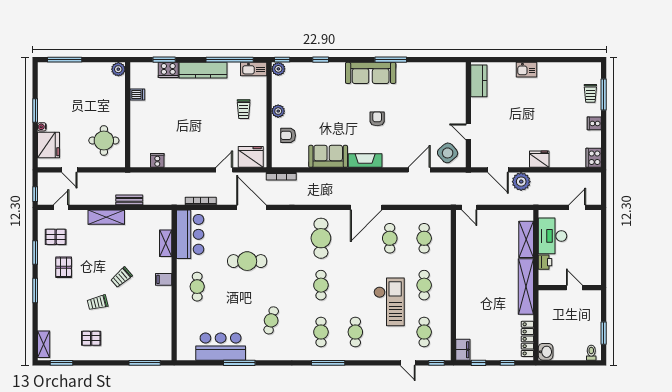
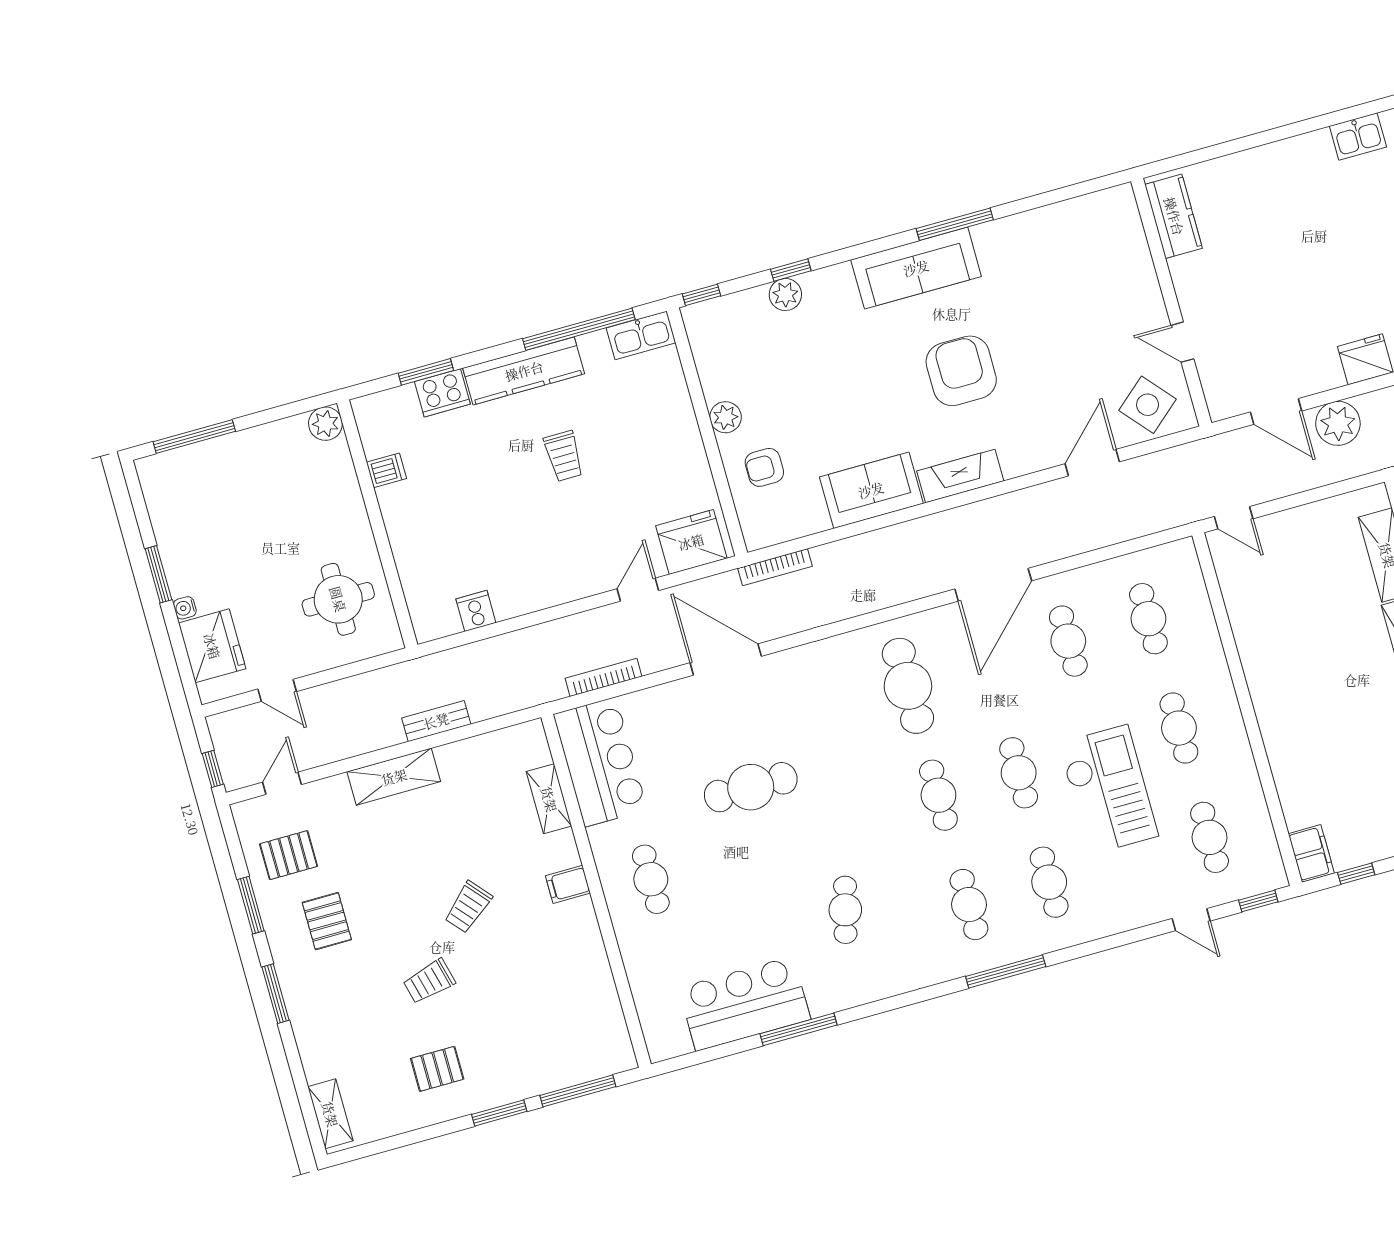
plant: (278, 69) -> (785, 295), moved
kitchen sink: (526, 70) -> (1358, 137), moved
trolley: (244, 109) -> (564, 456), moved
armchair: (377, 119) -> (961, 371), width x1.88, depth x1.88
cafe table: (355, 285) -> (1019, 773), added
window: (62, 363) -> (499, 1113), moved

